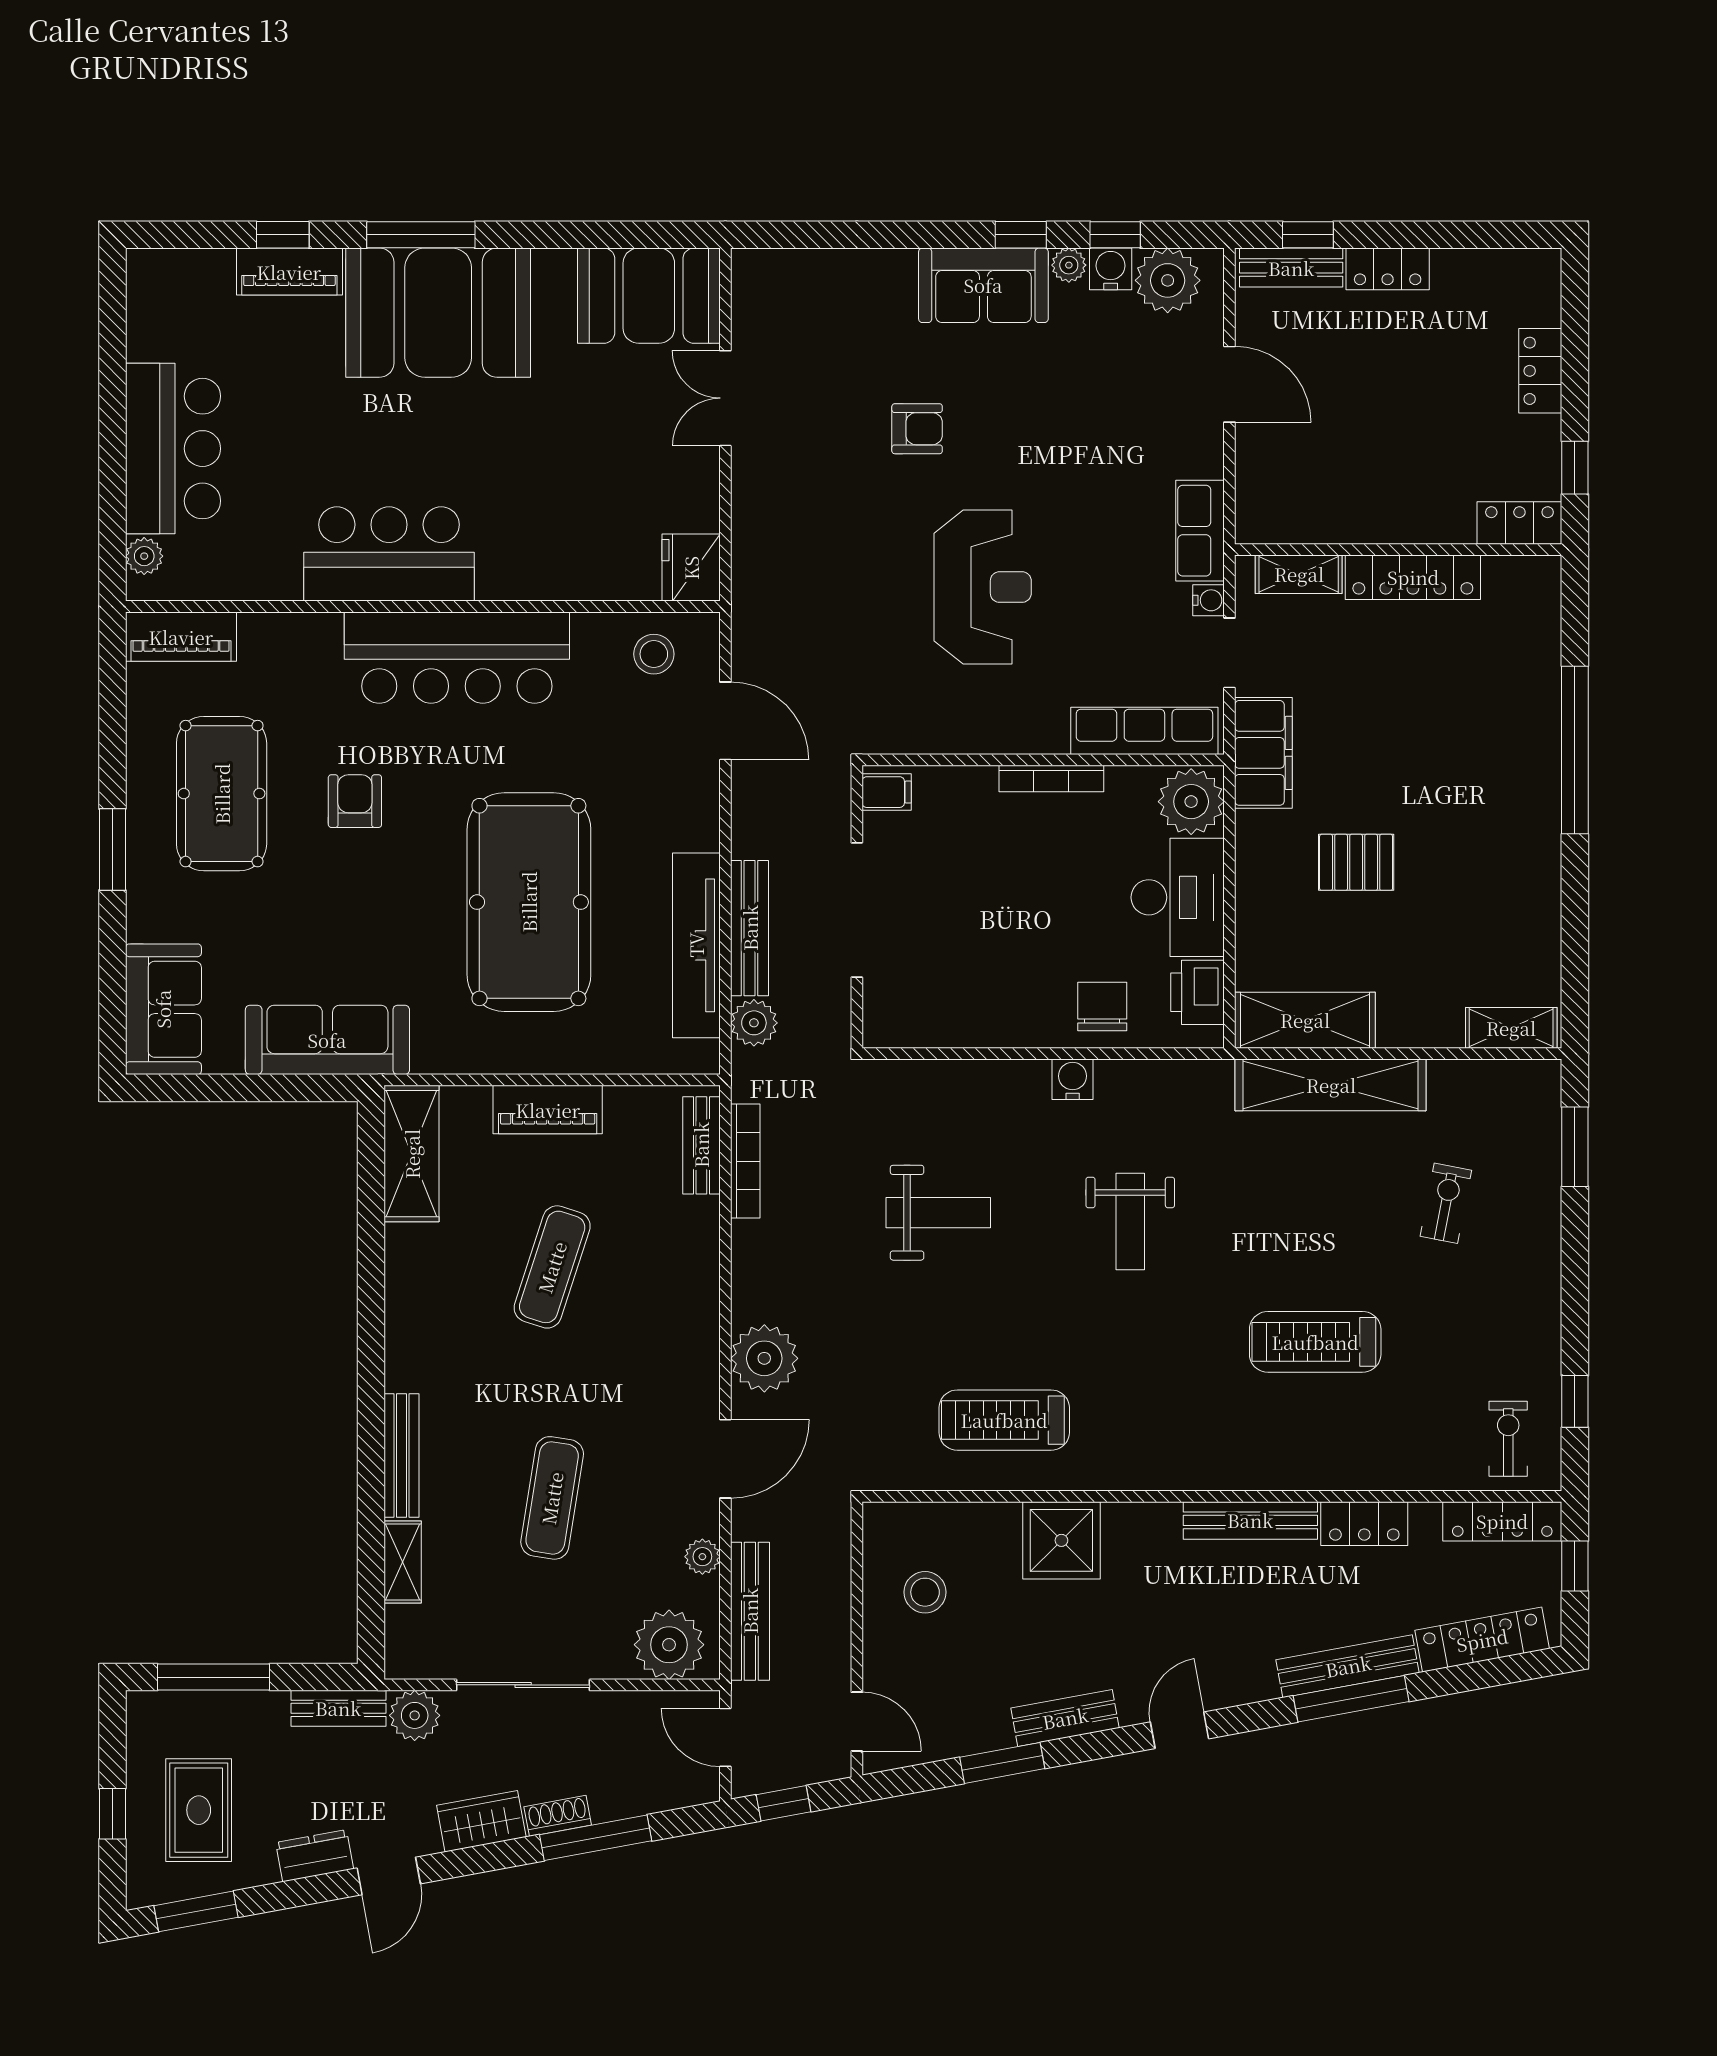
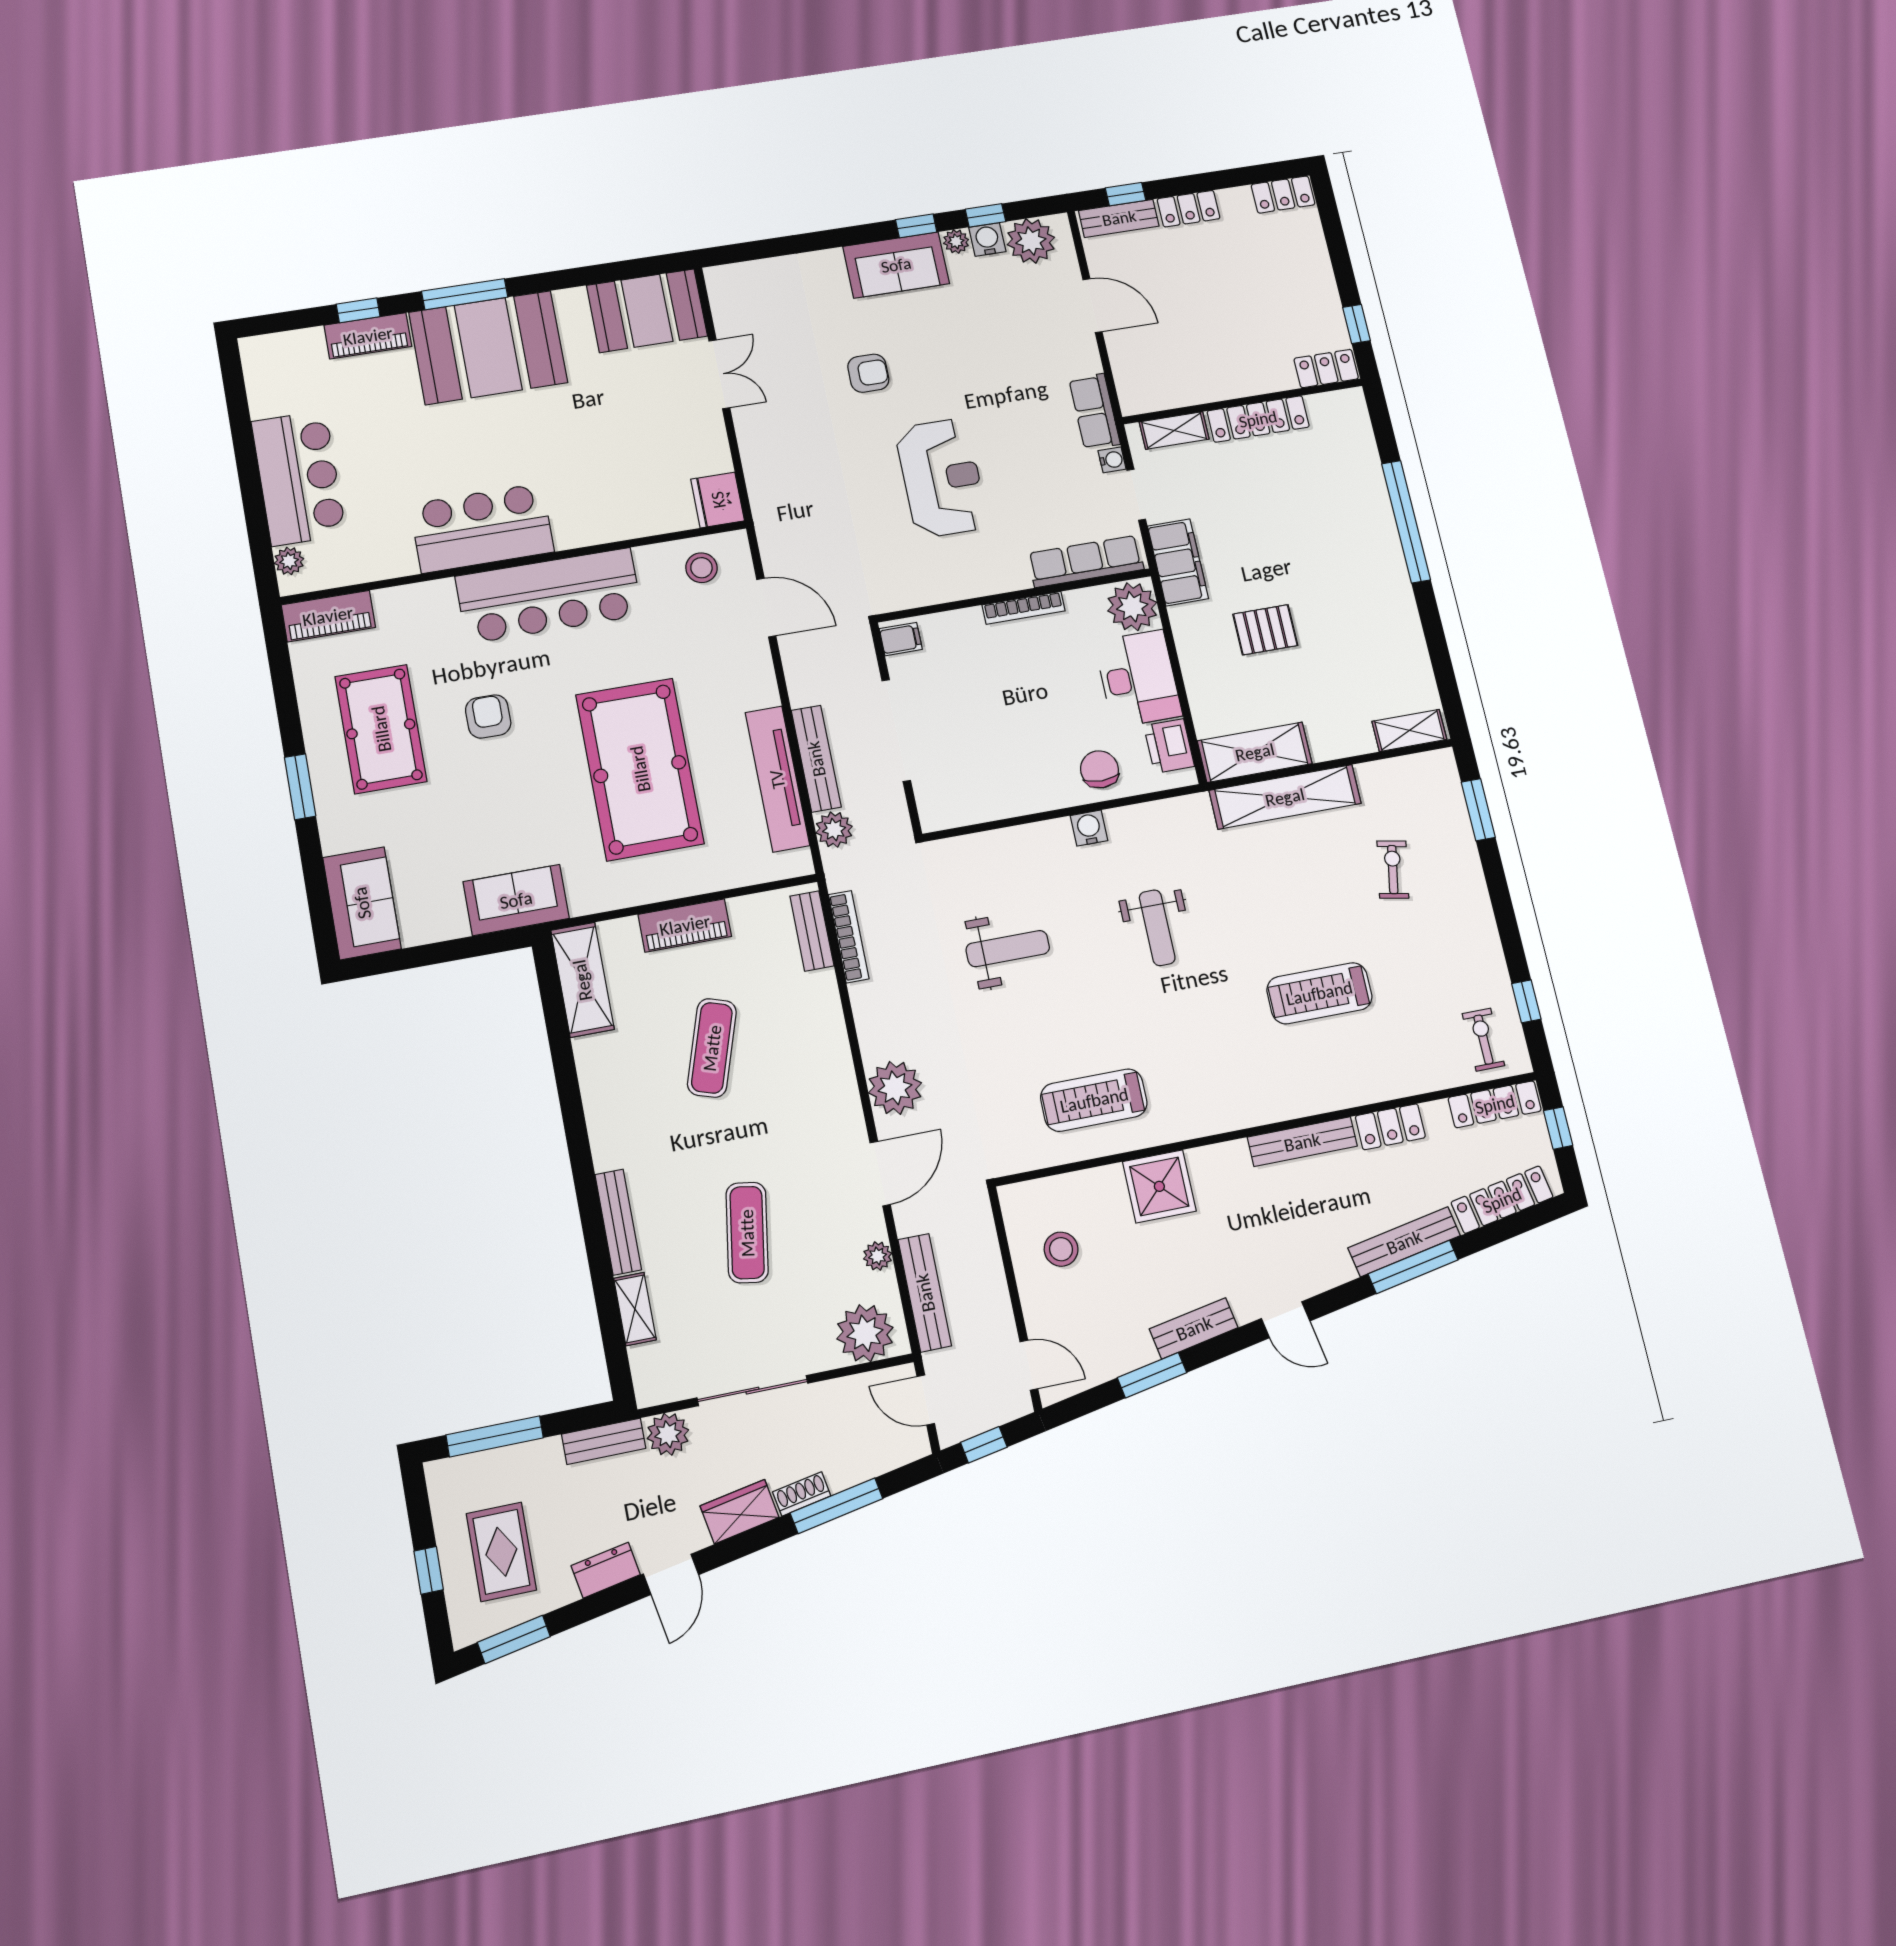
locker: (1540, 371) -> (1283, 195), moved, turned -90
double door: (725, 398) -> (719, 374), swing flipped
sofa: (327, 1040) -> (516, 900), width x0.73
door: (1179, 1730) -> (1286, 1320), swing flipped

